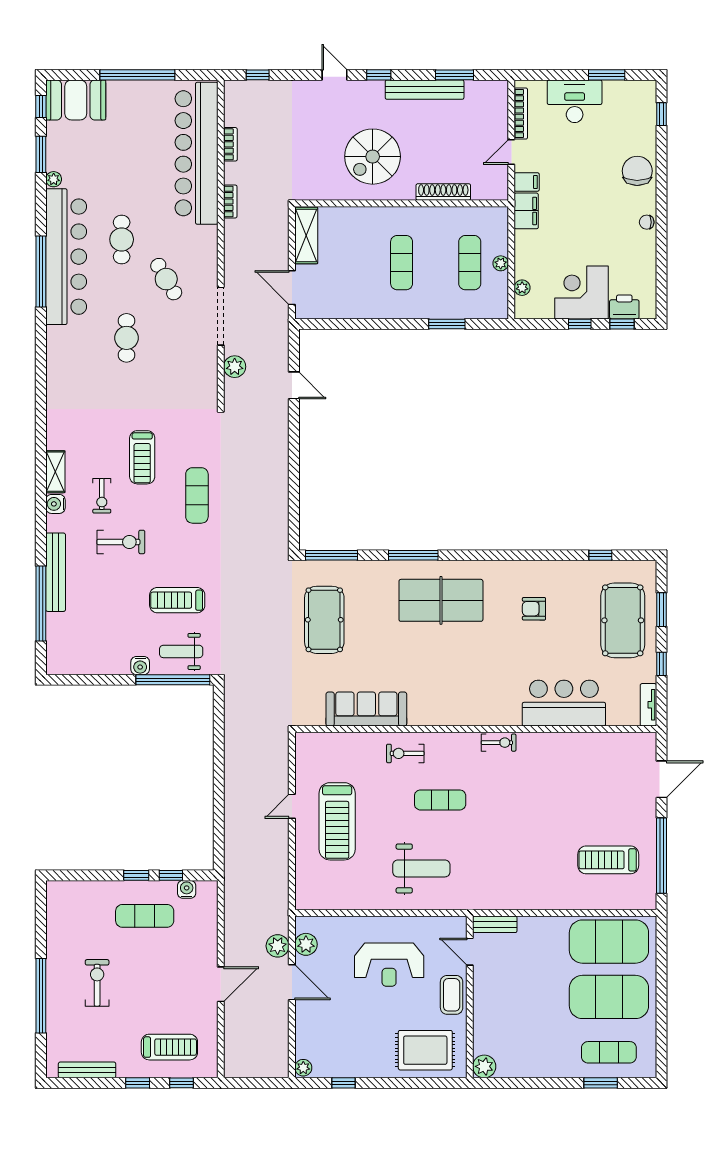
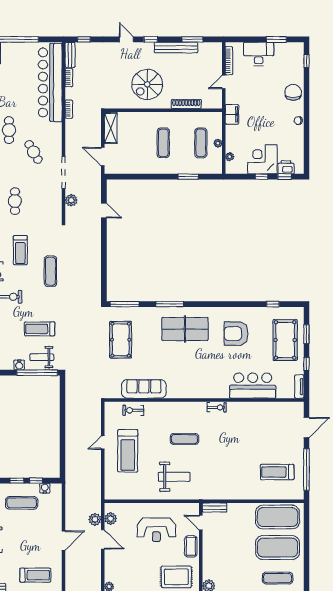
bench: (232, 103) -> (70, 55), added
filing cabinet: (527, 182) -> (232, 98), removed
cafe table: (127, 338) -> (15, 201), moved
armchair: (534, 609) -> (236, 334), width x1.88, depth x1.88
exercise bike: (405, 753) -> (133, 410), moved

